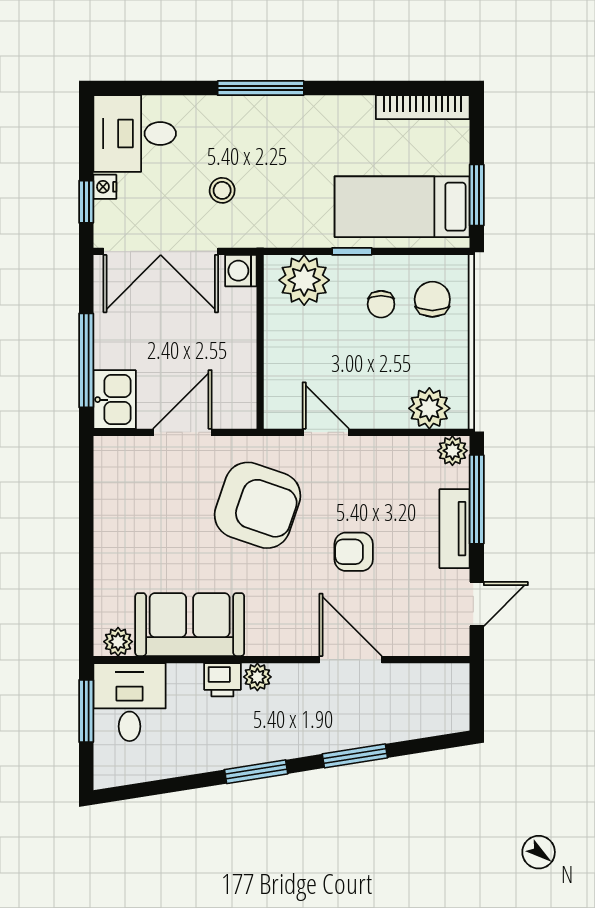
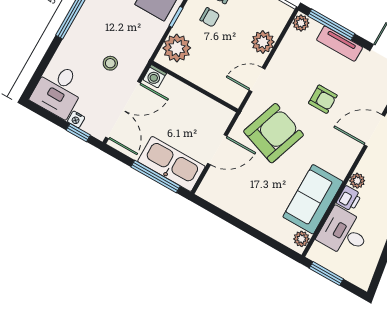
kitchen sink: (115, 400) -> (171, 164), width x1.88, depth x1.24
plant: (429, 408) -> (263, 42), moved
door: (182, 432) -> (217, 150), swing flipped
armchair: (354, 552) -> (323, 99), turned -90
desk: (130, 702) -> (344, 233), moved

